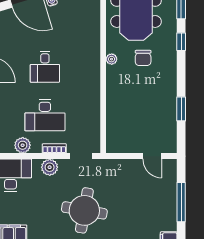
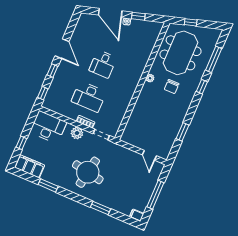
plant: (23, 145) -> (65, 110), removed

